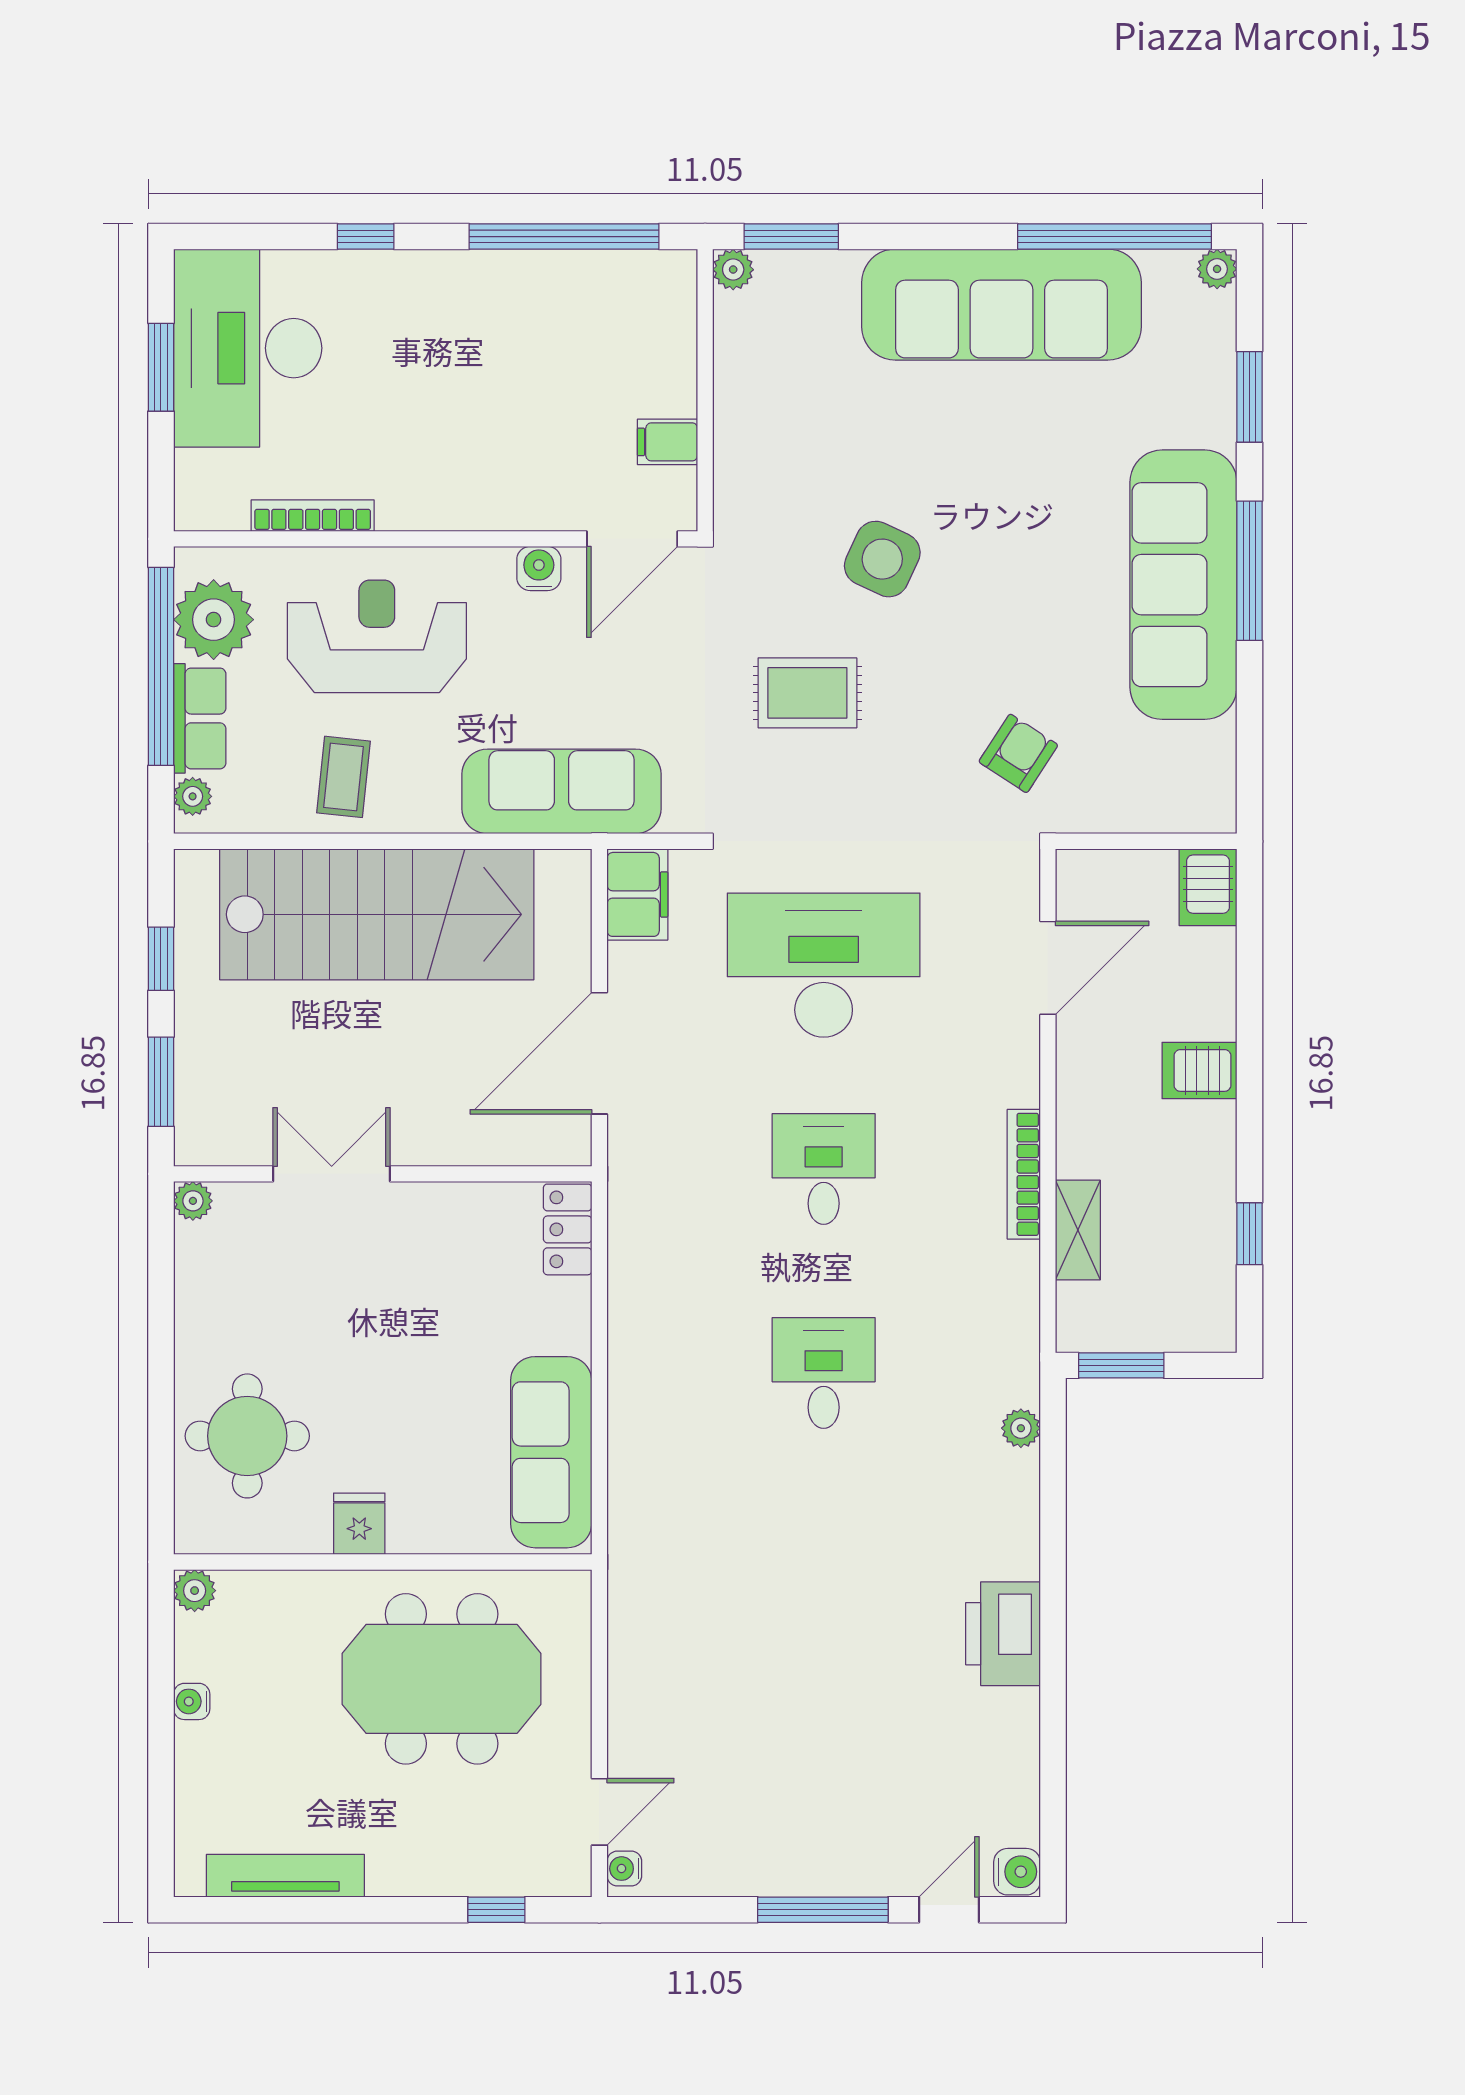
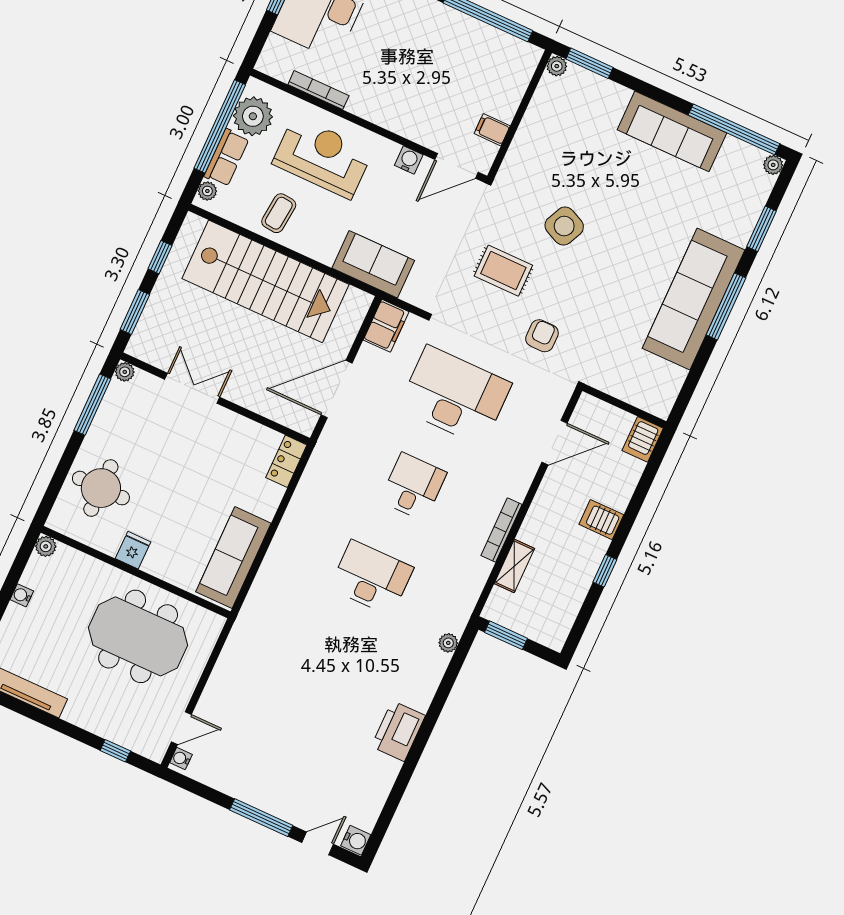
sofa: (1001, 305) -> (672, 131), width x0.74, depth x0.79
armchair: (1018, 753) -> (542, 336), moved, turned -33
sofa: (561, 791) -> (373, 264), width x0.73
window: (1249, 1234) -> (605, 571), moved
window: (161, 1289) -> (92, 405), added
desk: (824, 1373) -> (371, 578), width x1.37

